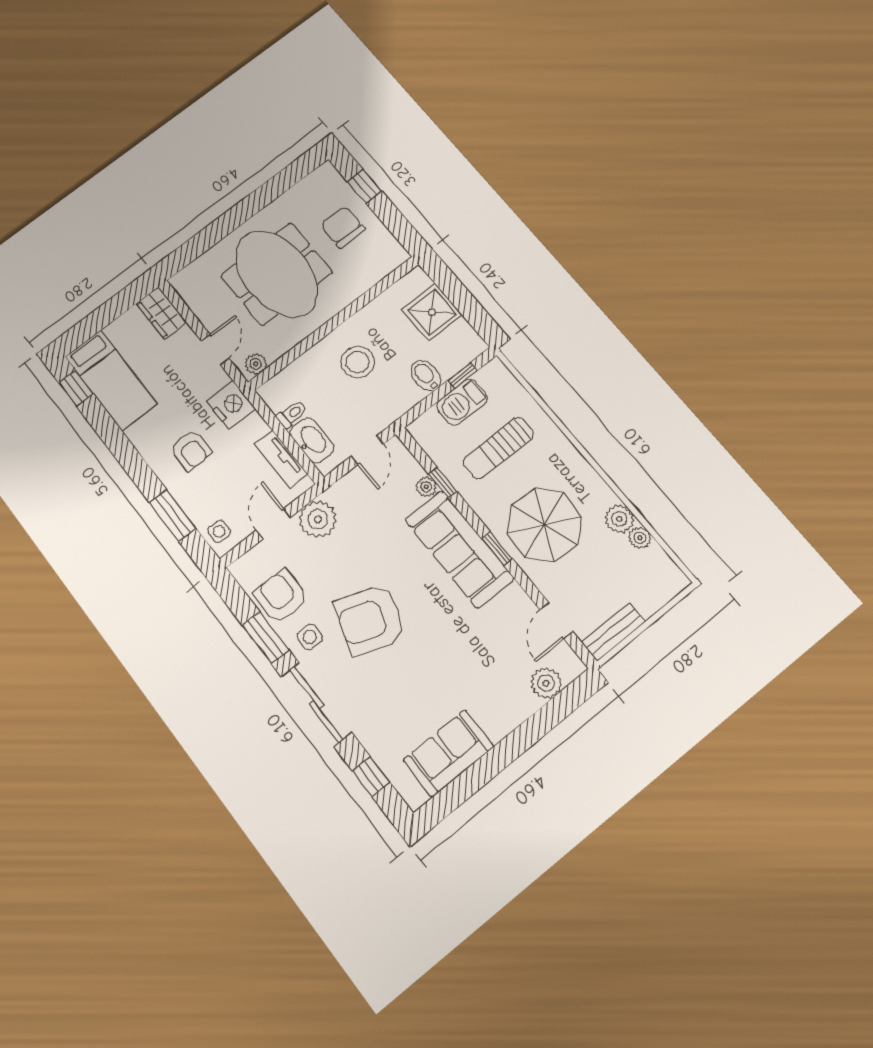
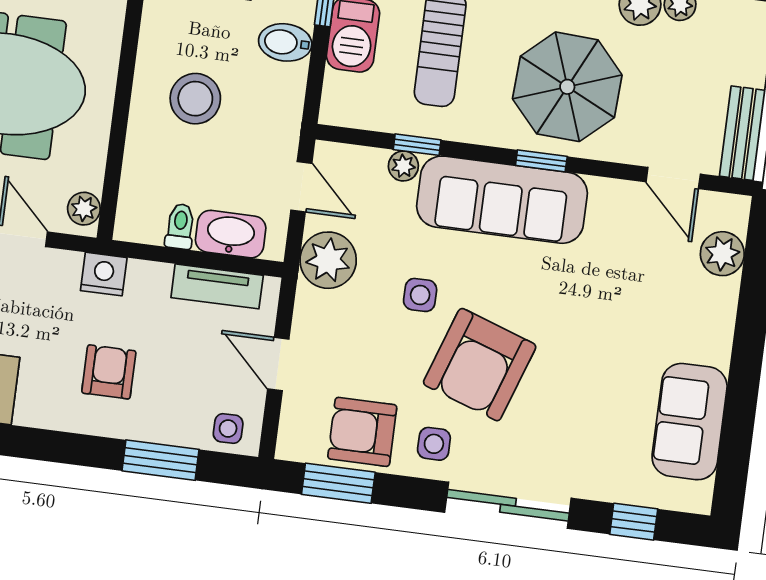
nightstand: (231, 405) -> (104, 274), width x0.74, depth x0.75
armchair: (191, 450) -> (109, 372), turned -90
plant: (318, 519) -> (328, 260), moved
side table: (374, 557) -> (420, 295), added
window: (266, 638) -> (338, 483), moved

